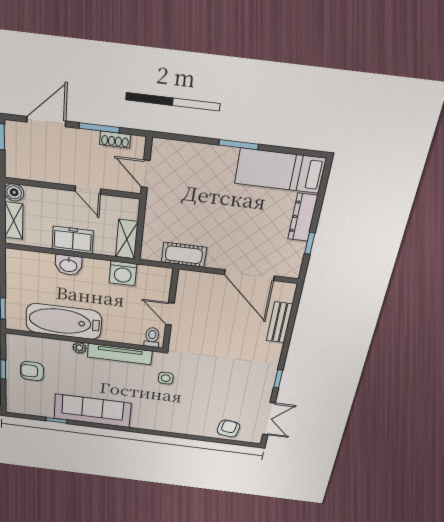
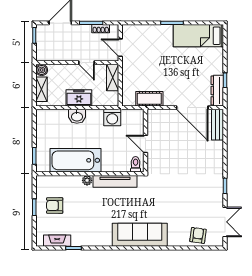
dresser: (303, 217) -> (217, 91), moved
shelving: (127, 239) -> (113, 78), moved
bench: (280, 322) -> (217, 125), moved
side table: (166, 378) -> (148, 197), removed
fireplace: (35, 410) -> (57, 241), added
sofa: (92, 411) -> (140, 235), moved

